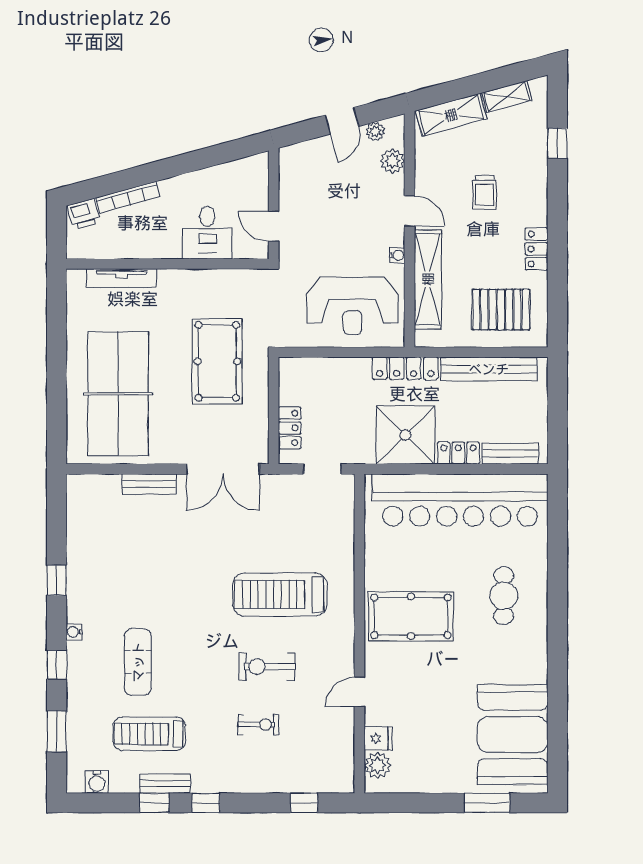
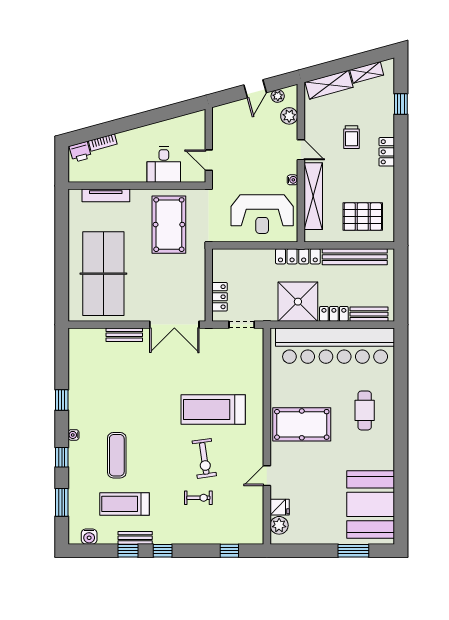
bookcase: (128, 197) -> (103, 143), width x0.64
locker: (536, 249) -> (387, 152), moved
pool table: (217, 361) -> (169, 225), moved
exercise bike: (267, 667) -> (204, 458), turned -98

